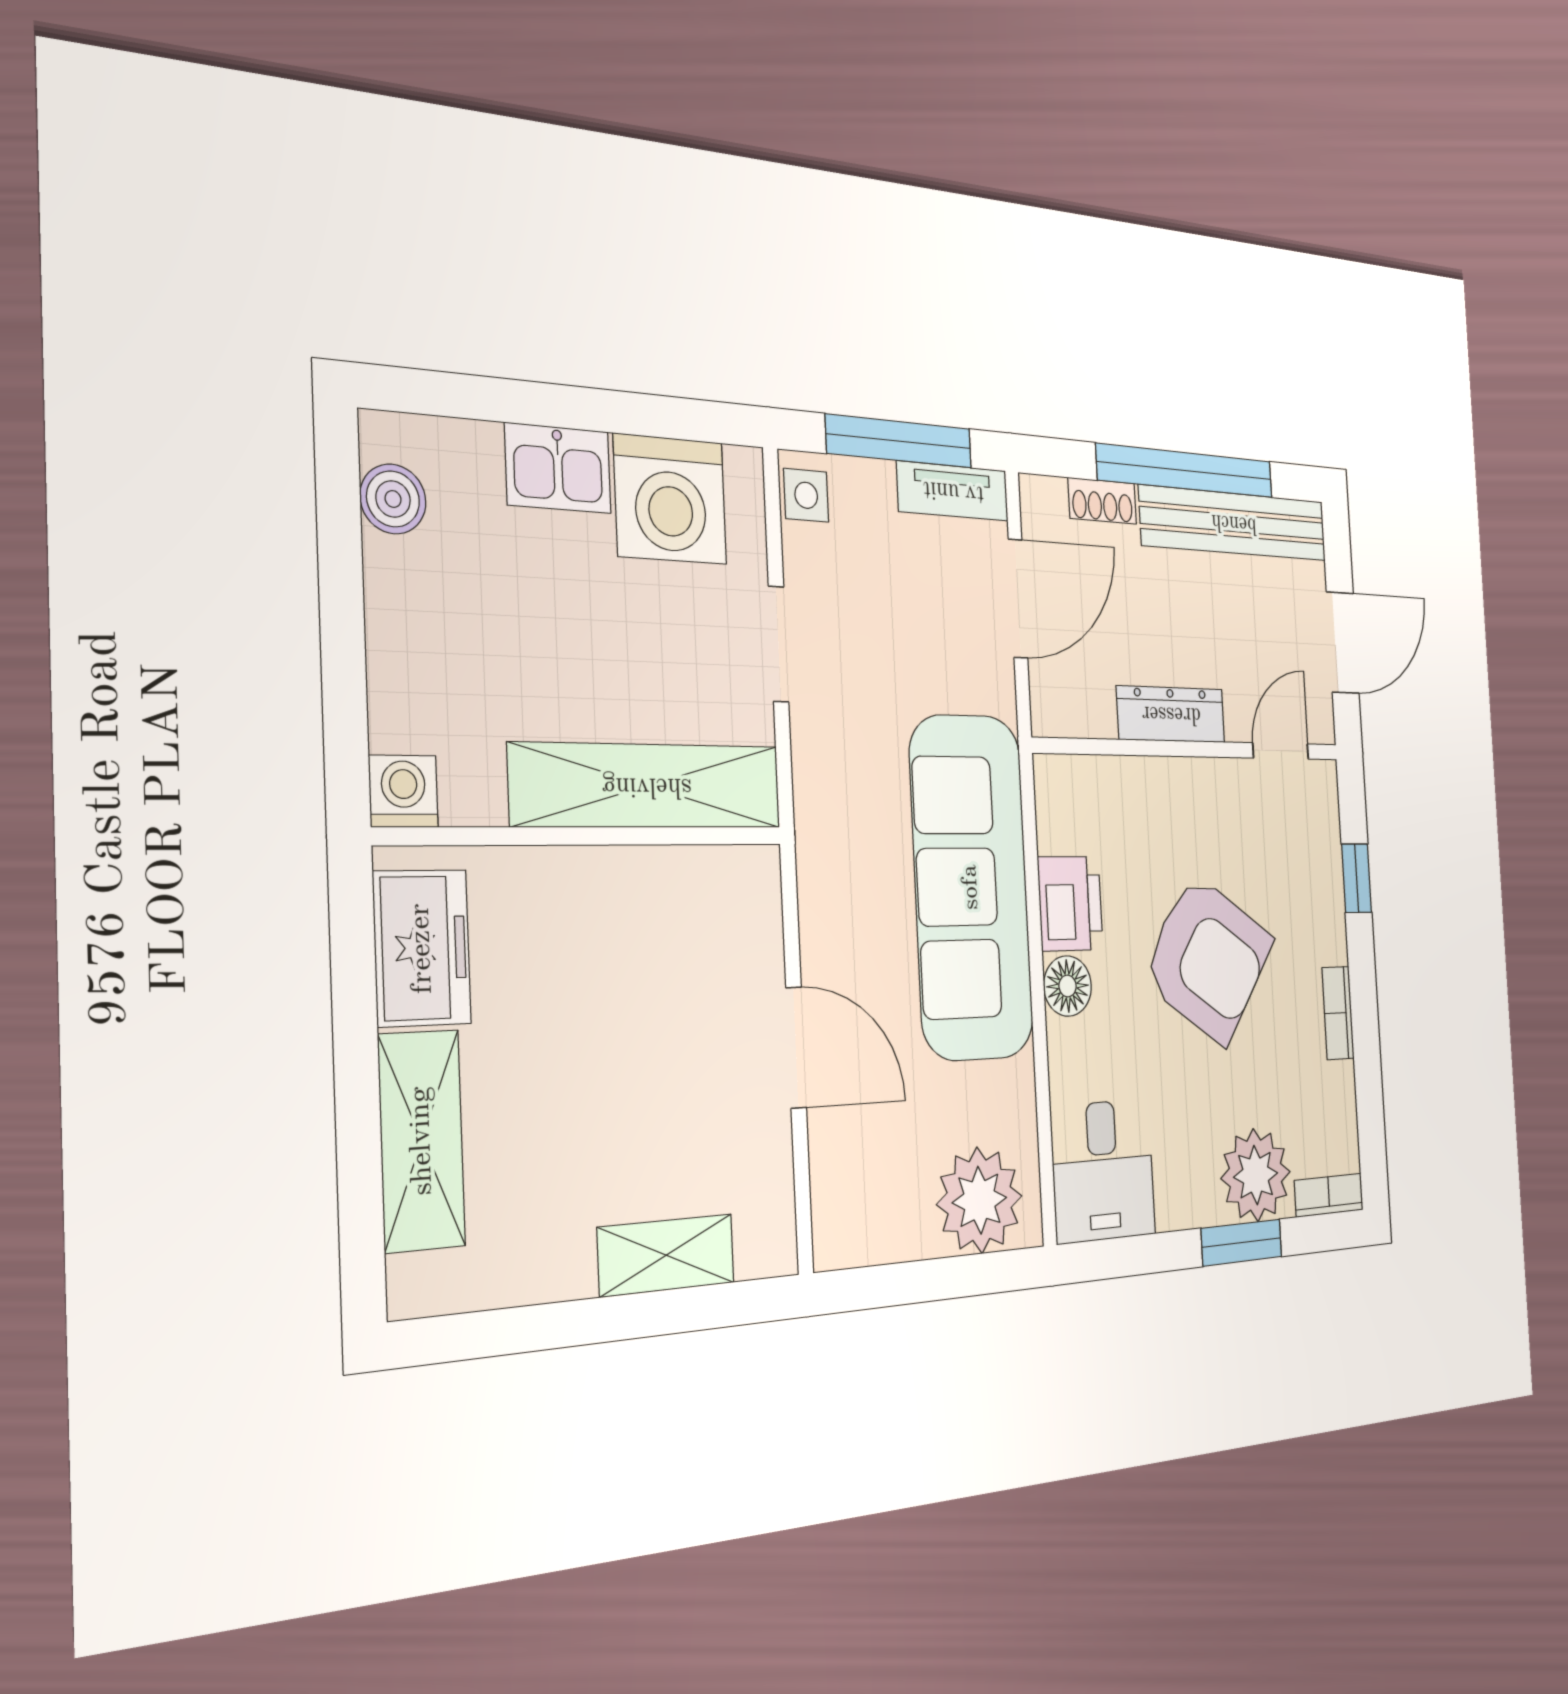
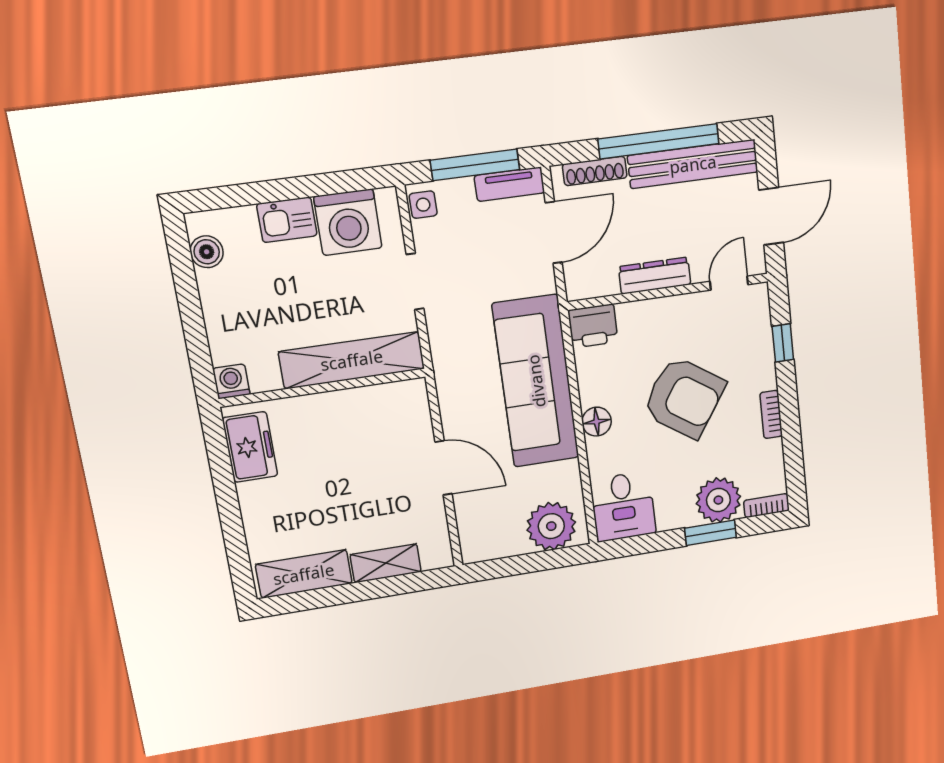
shoe rack: (1102, 501) -> (595, 171), width x1.43
printer: (1070, 903) -> (593, 326), moved, turned 90
shelving: (422, 1141) -> (304, 574), moved, turned 90

